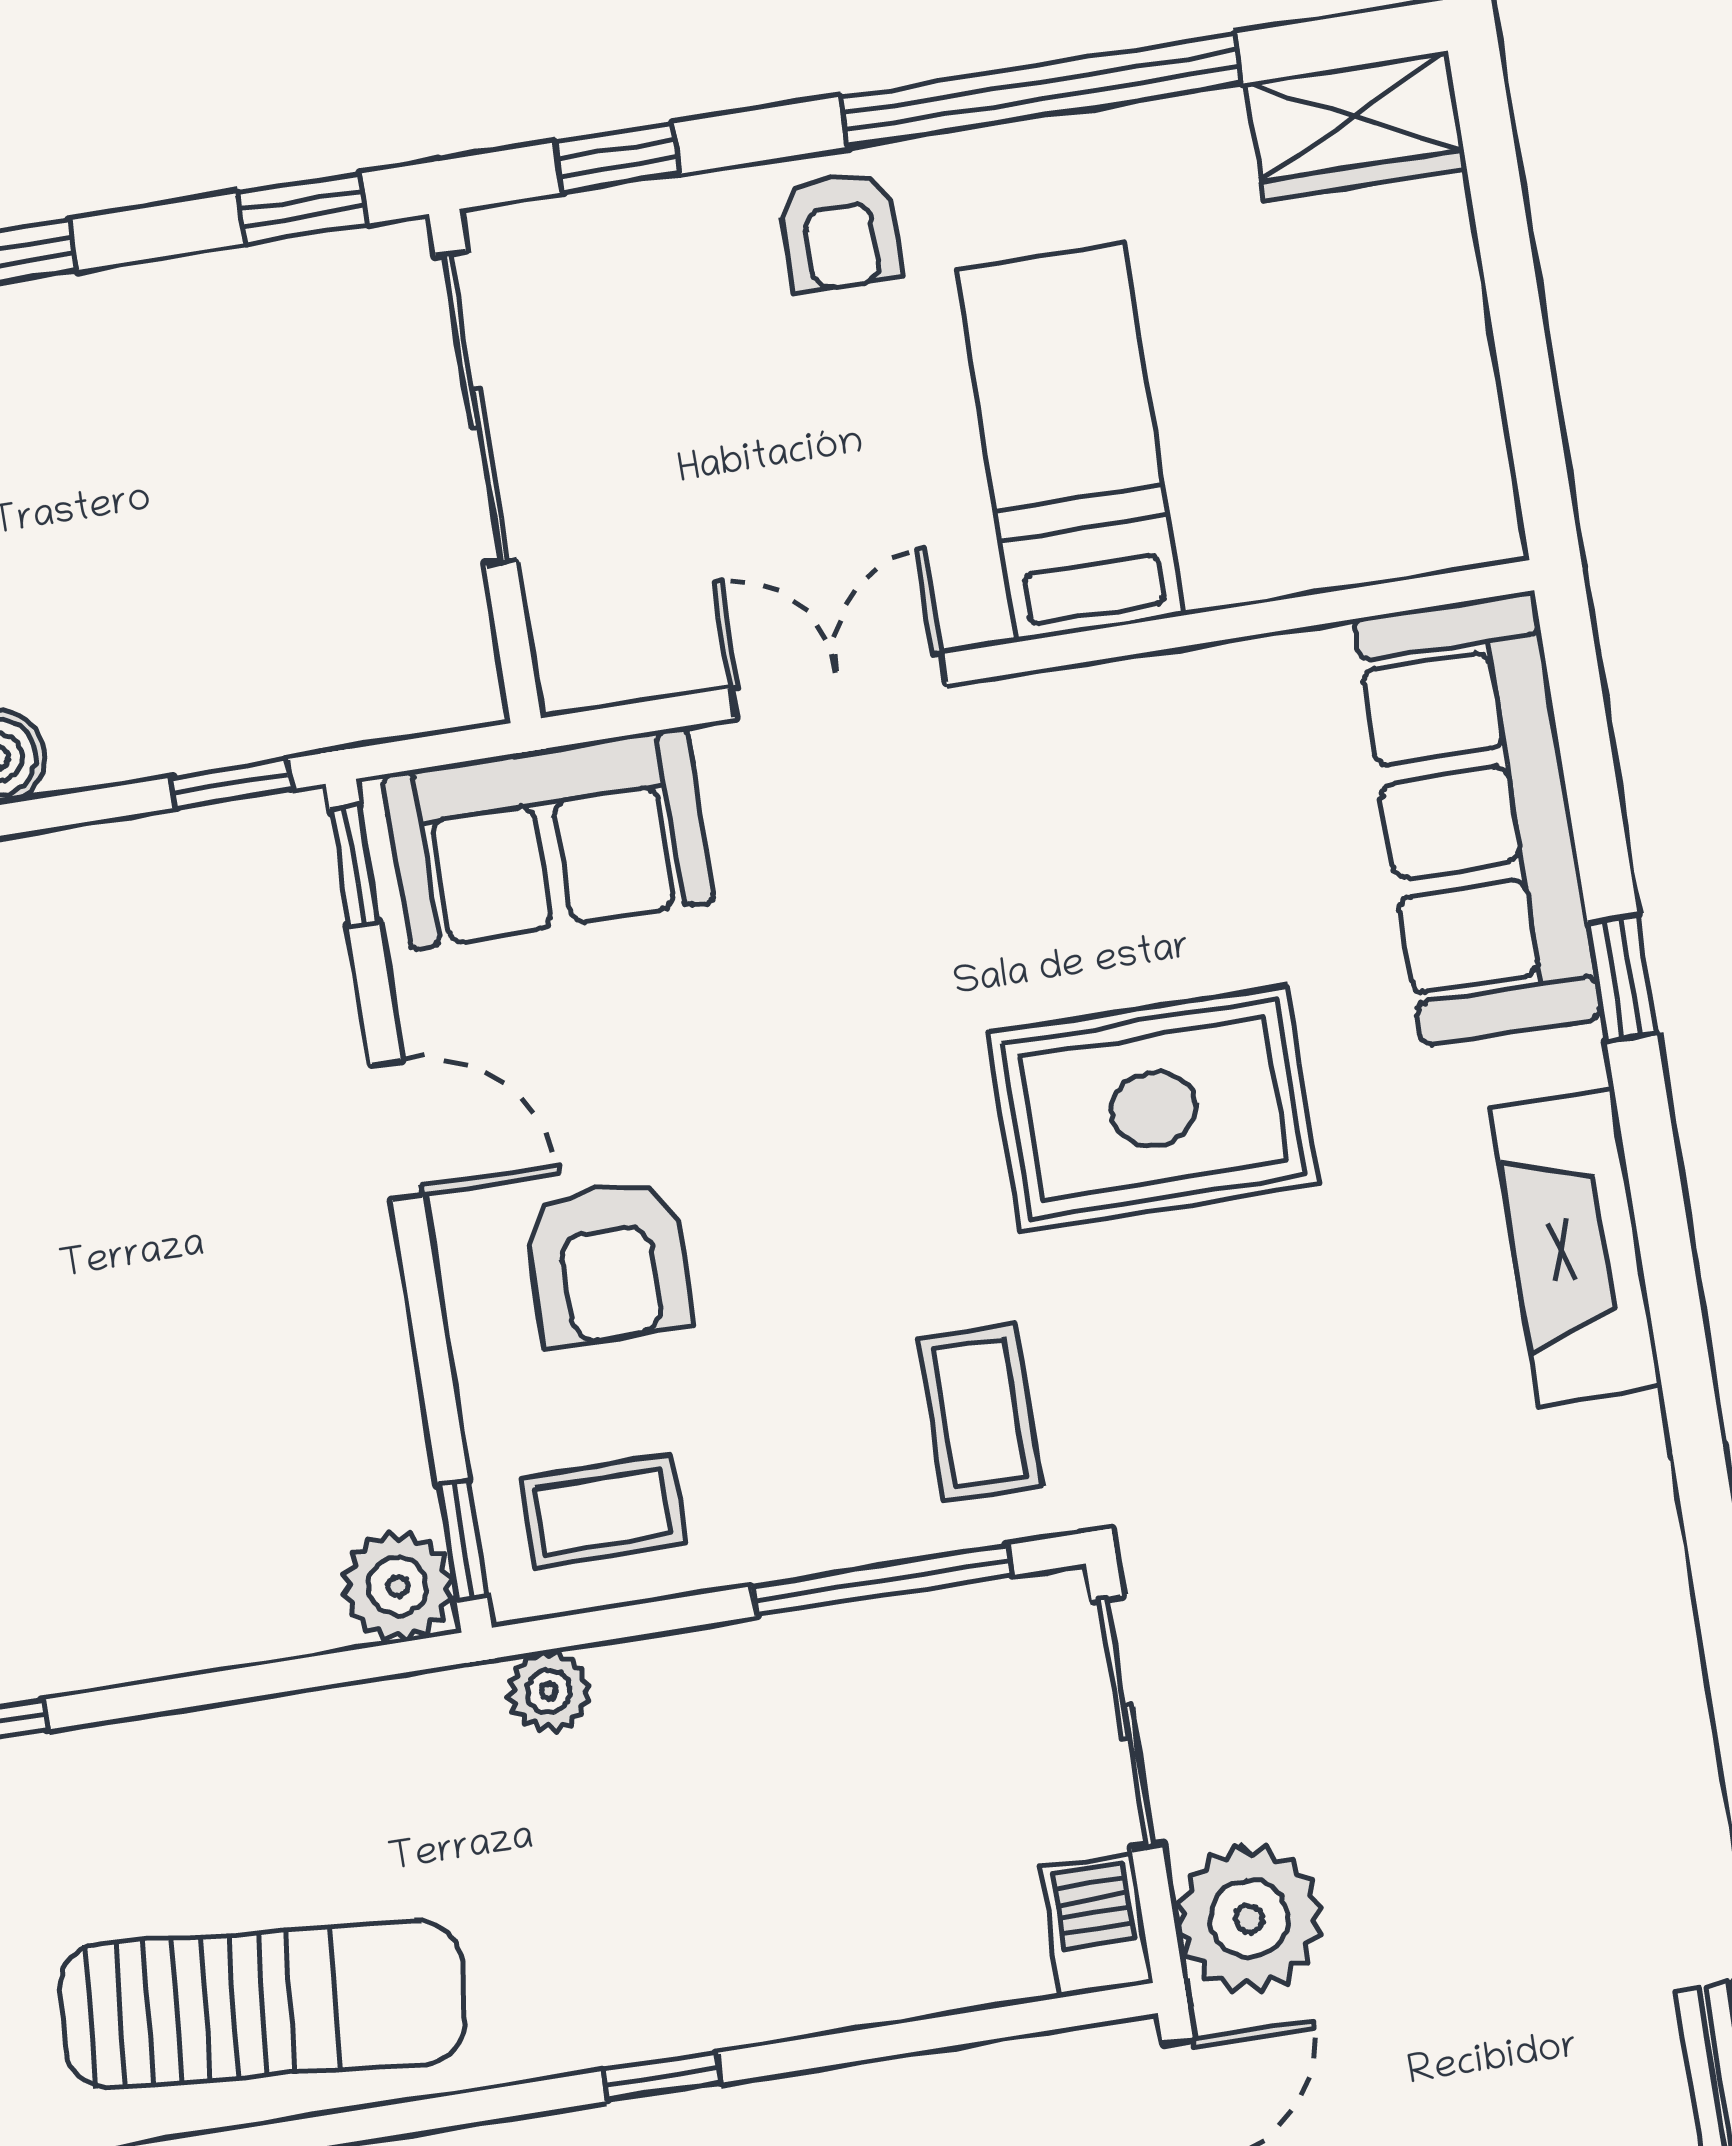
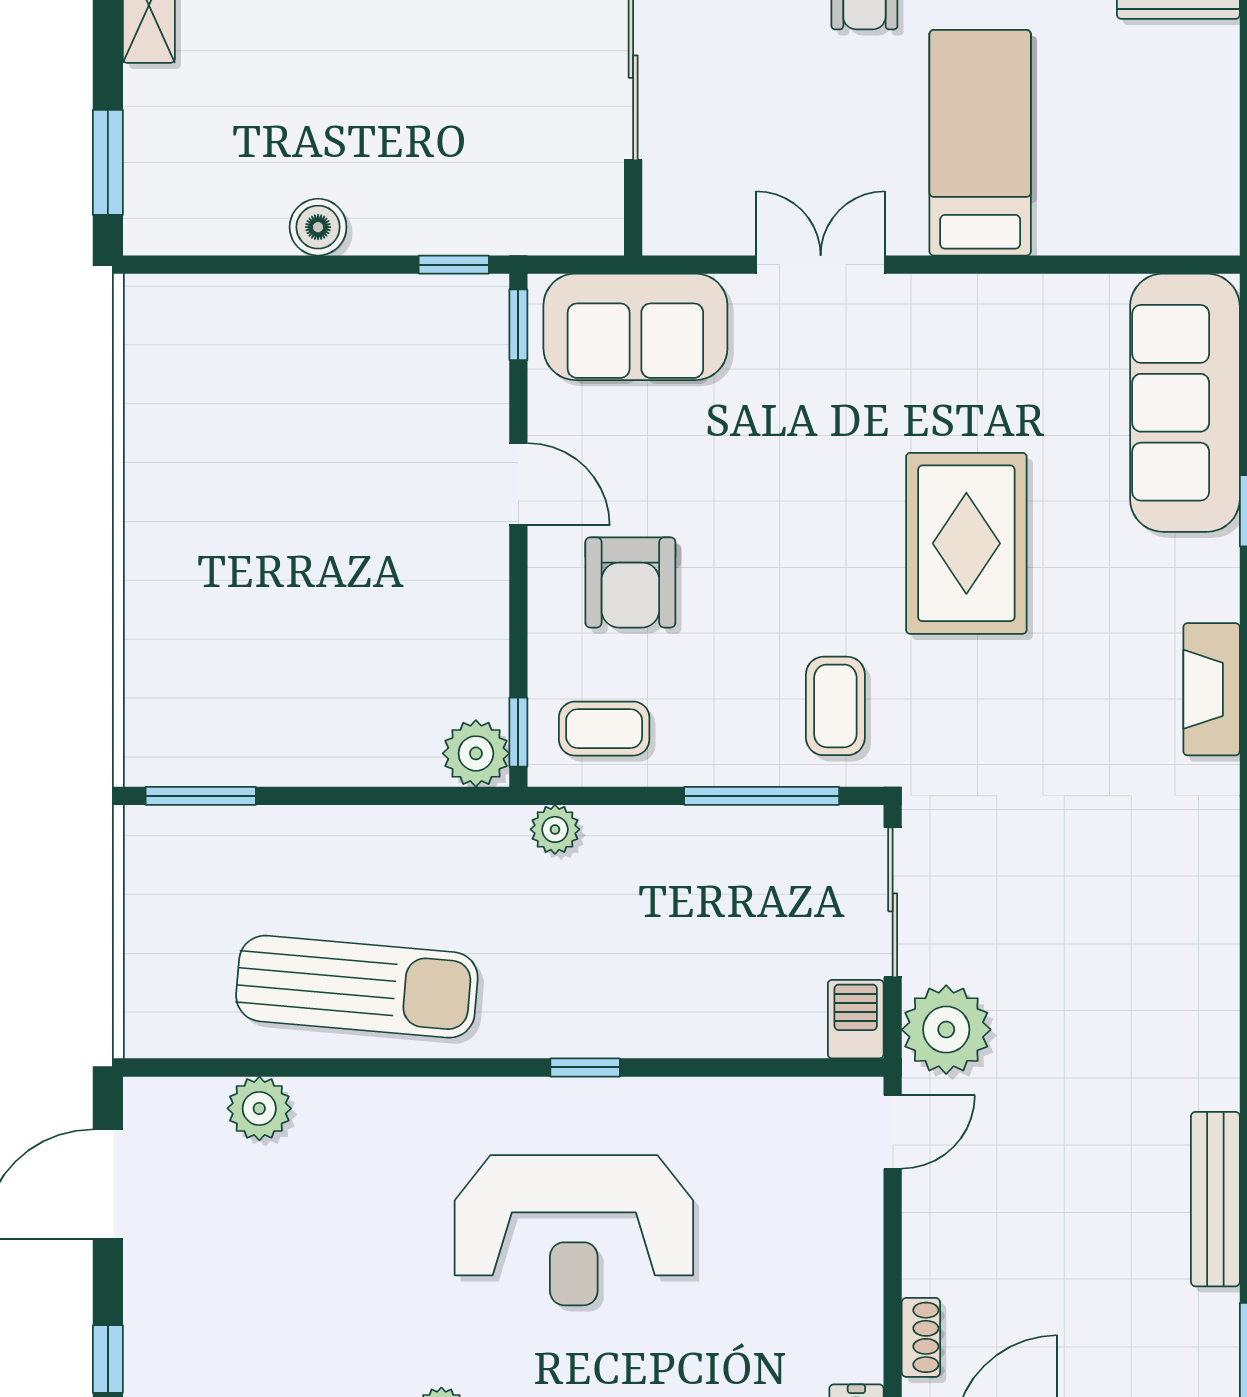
rug: (1153, 1109) -> (966, 543), turned 90
fireplace: (1576, 1247) -> (1212, 689), width x0.73, depth x0.76

